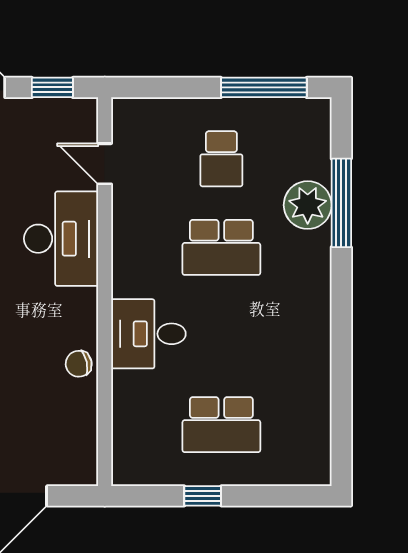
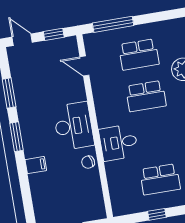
window: (264, 87) -> (113, 24), moved
school desk: (221, 159) -> (139, 54), width x1.85
desk: (61, 239) -> (73, 126), moved

